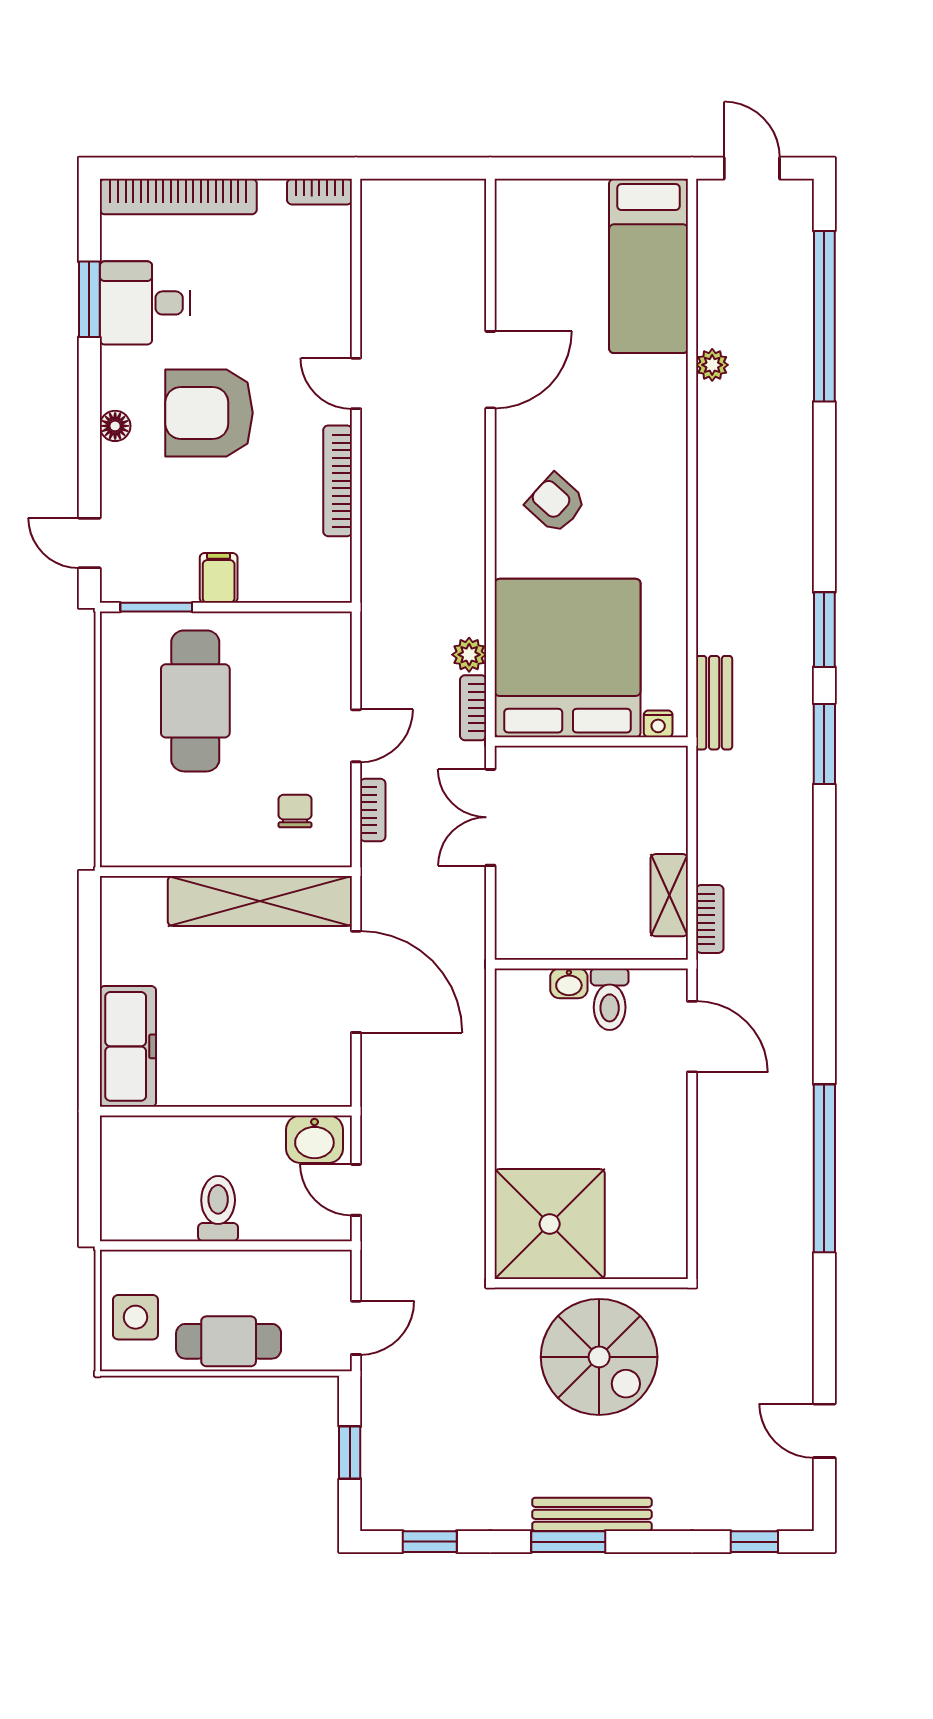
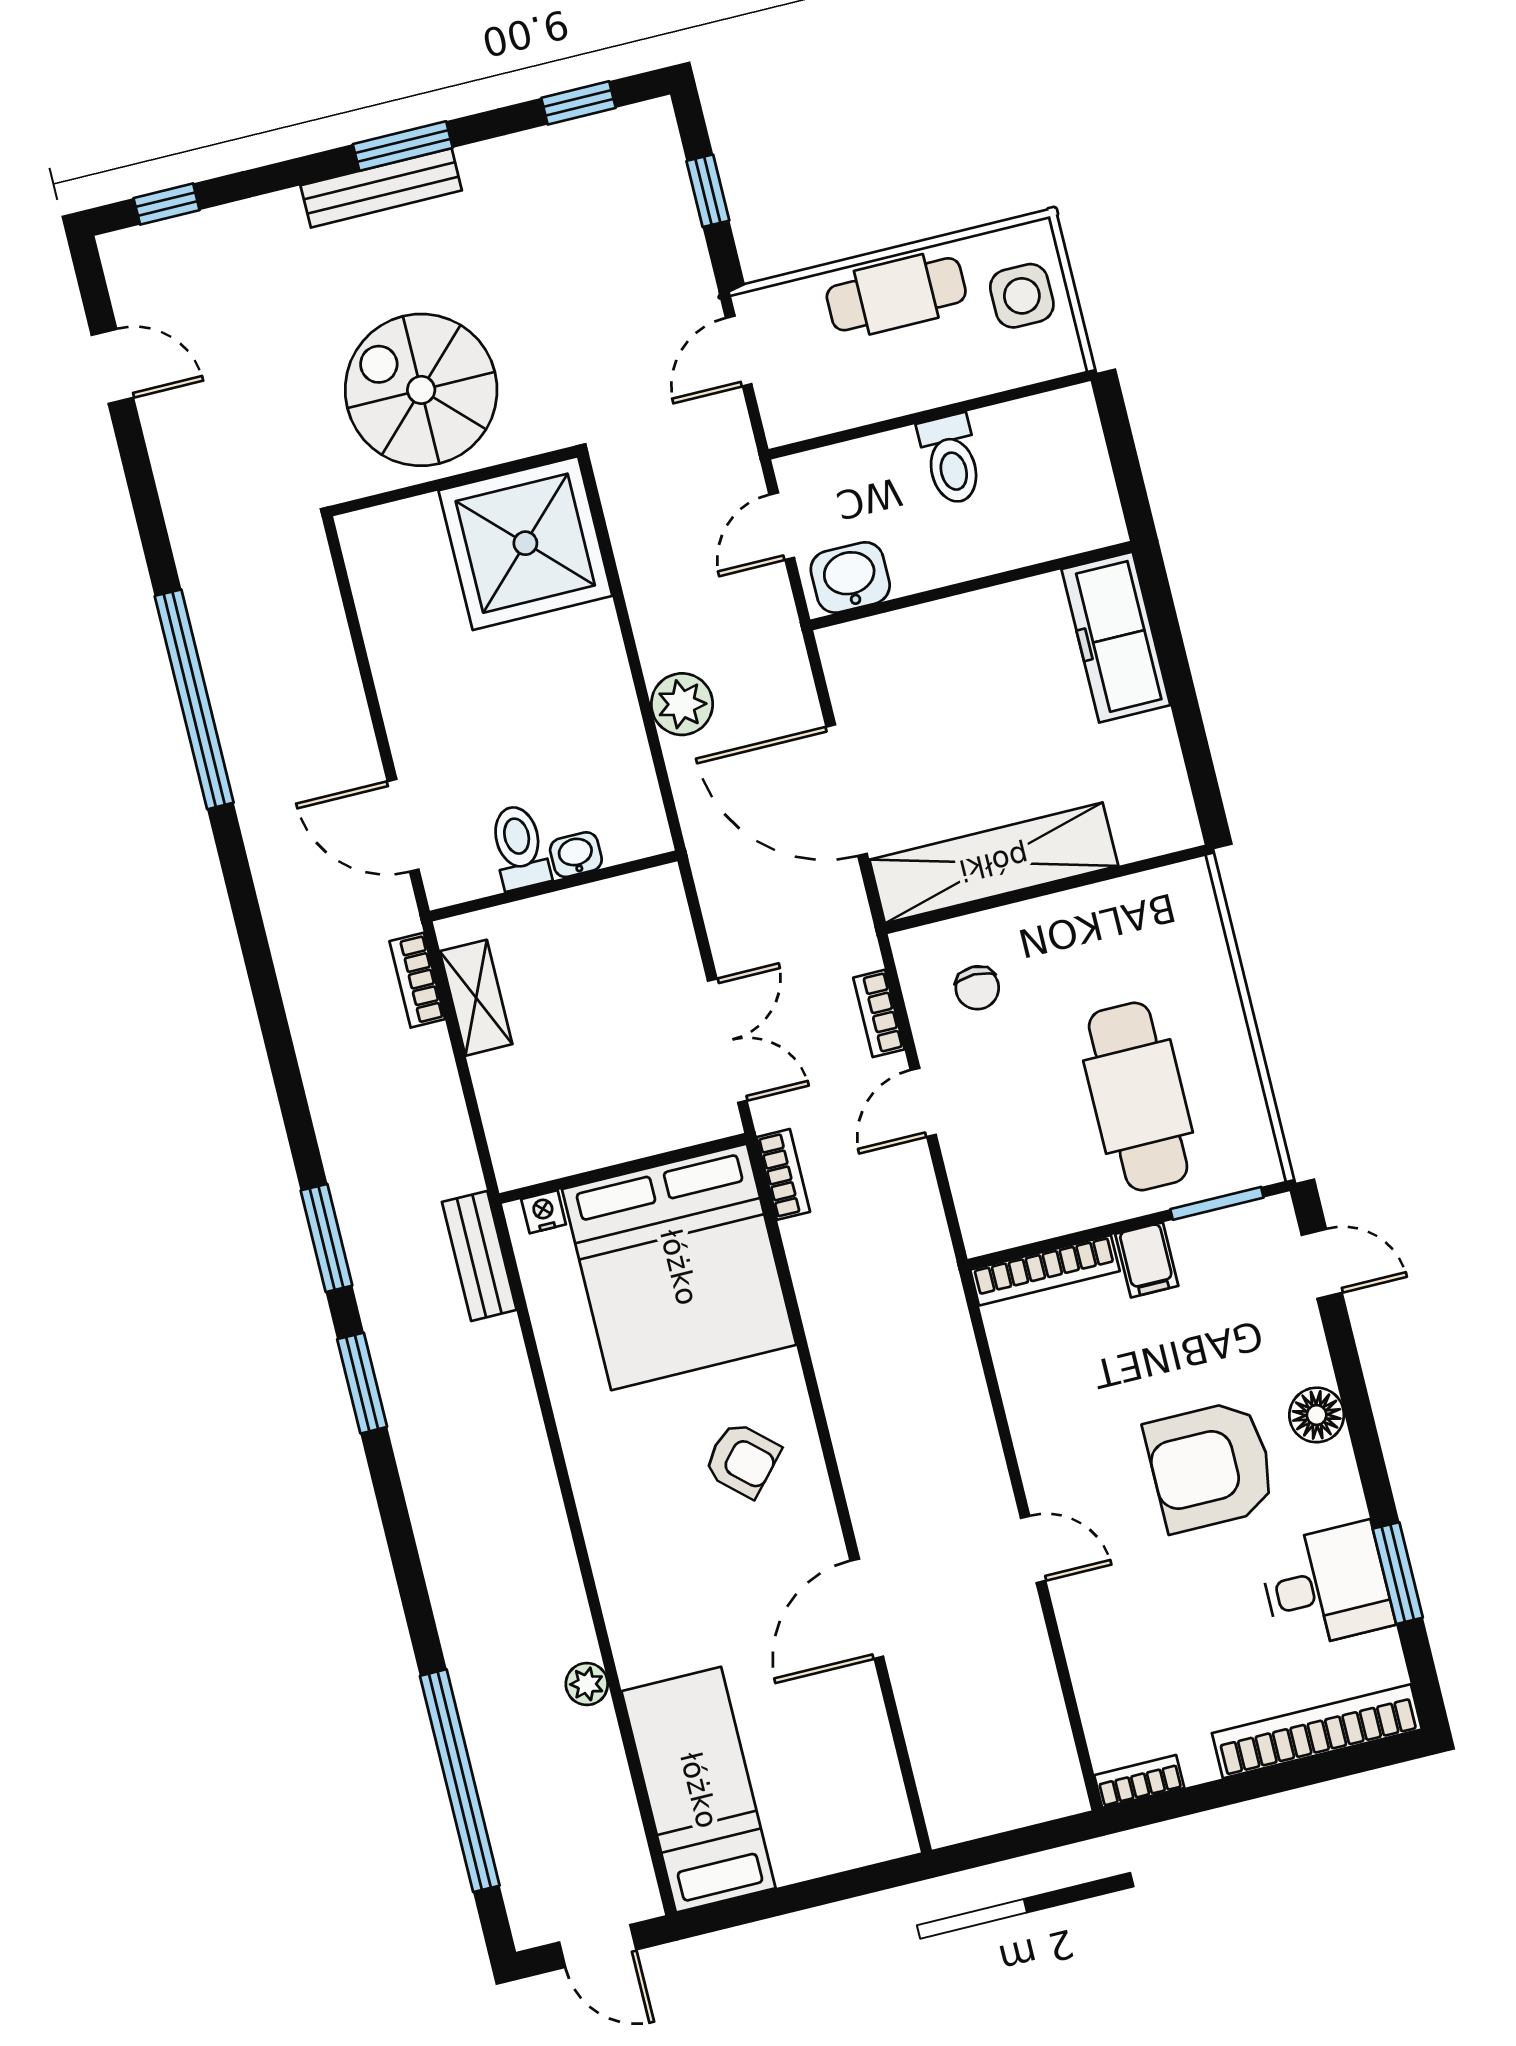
armchair: (209, 413) -> (1210, 1466), turned 180
floor lamp: (115, 426) -> (1317, 1415), width x1.37, depth x1.37
bookcase: (338, 481) -> (1045, 1270), moved, turned 90
plant: (469, 655) -> (682, 704), moved, width x1.38, depth x1.38
door: (356, 1190) -> (782, 526), swing flipped

